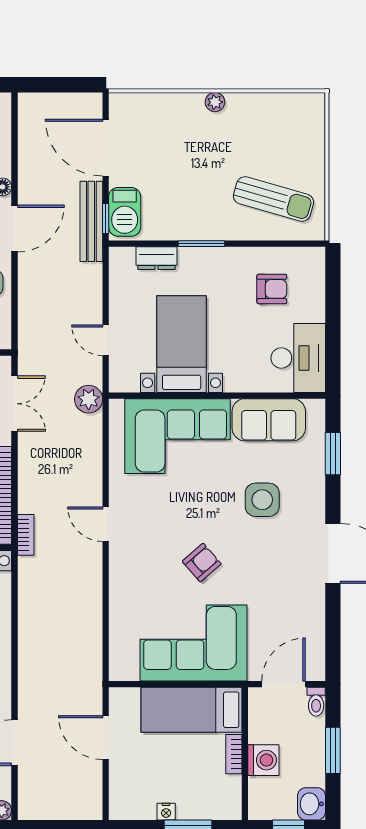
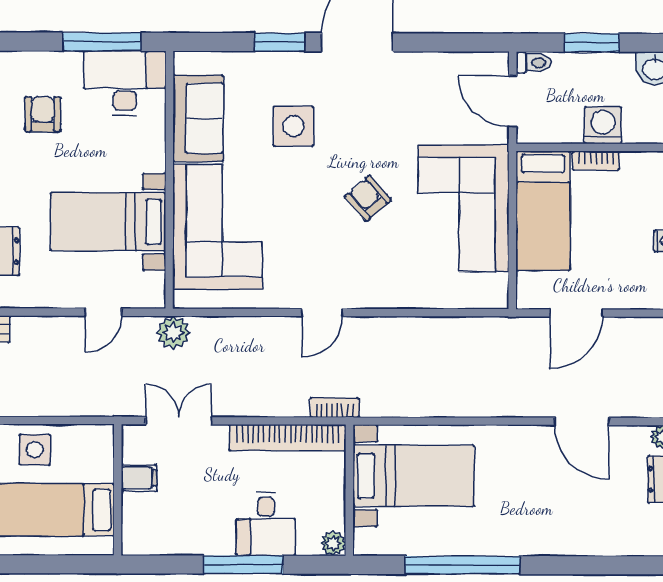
window: (333, 339) -> (102, 42), added
window: (333, 454) -> (280, 42), moved

